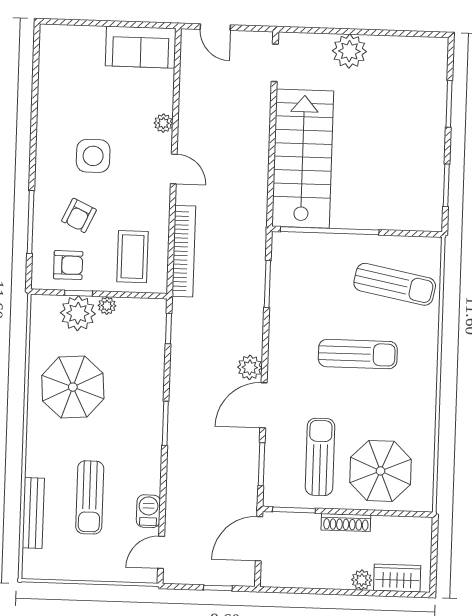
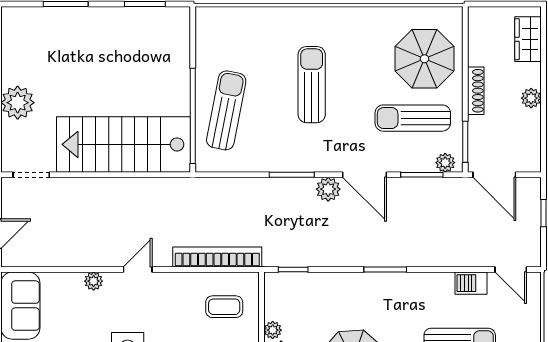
coffee table: (133, 257) -> (224, 307), width x0.73, depth x0.77
window: (267, 284) -> (292, 175), moved
sun lounger: (395, 284) -> (226, 110), moved
plant: (273, 489) -> (445, 163), added
plant: (362, 580) -> (531, 98), moved

